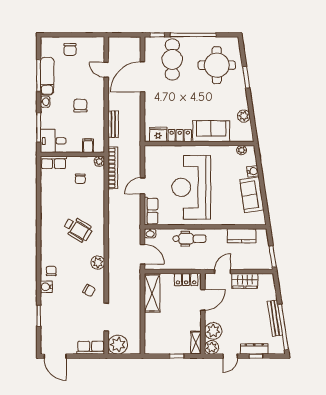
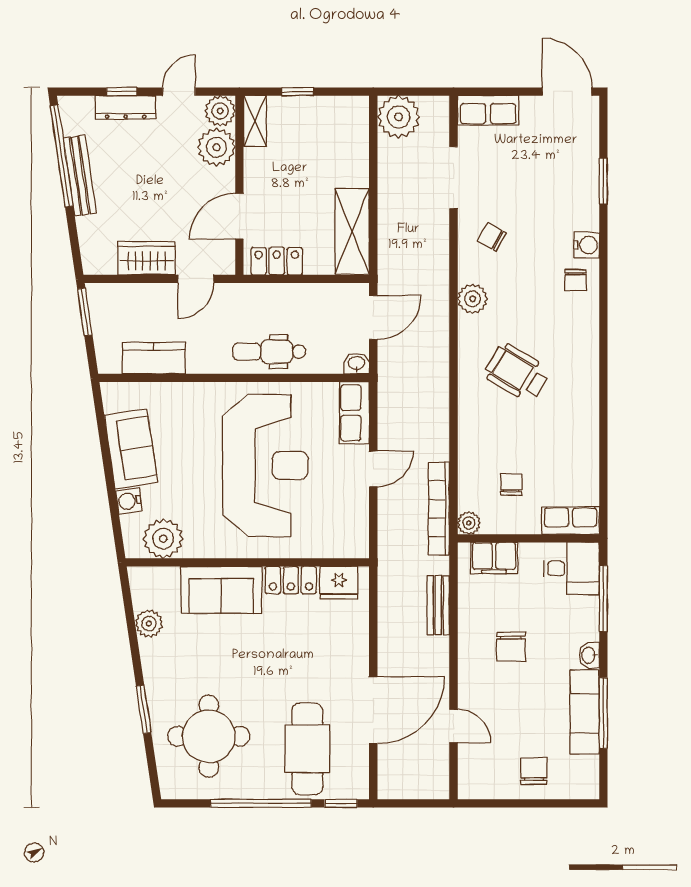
filing cabinet: (88, 146) -> (494, 558), width x2.00
plant: (242, 150) -> (163, 539), width x1.88, depth x1.88
door: (143, 254) -> (373, 318), swing flipped
plant: (118, 345) -> (399, 117), moved

